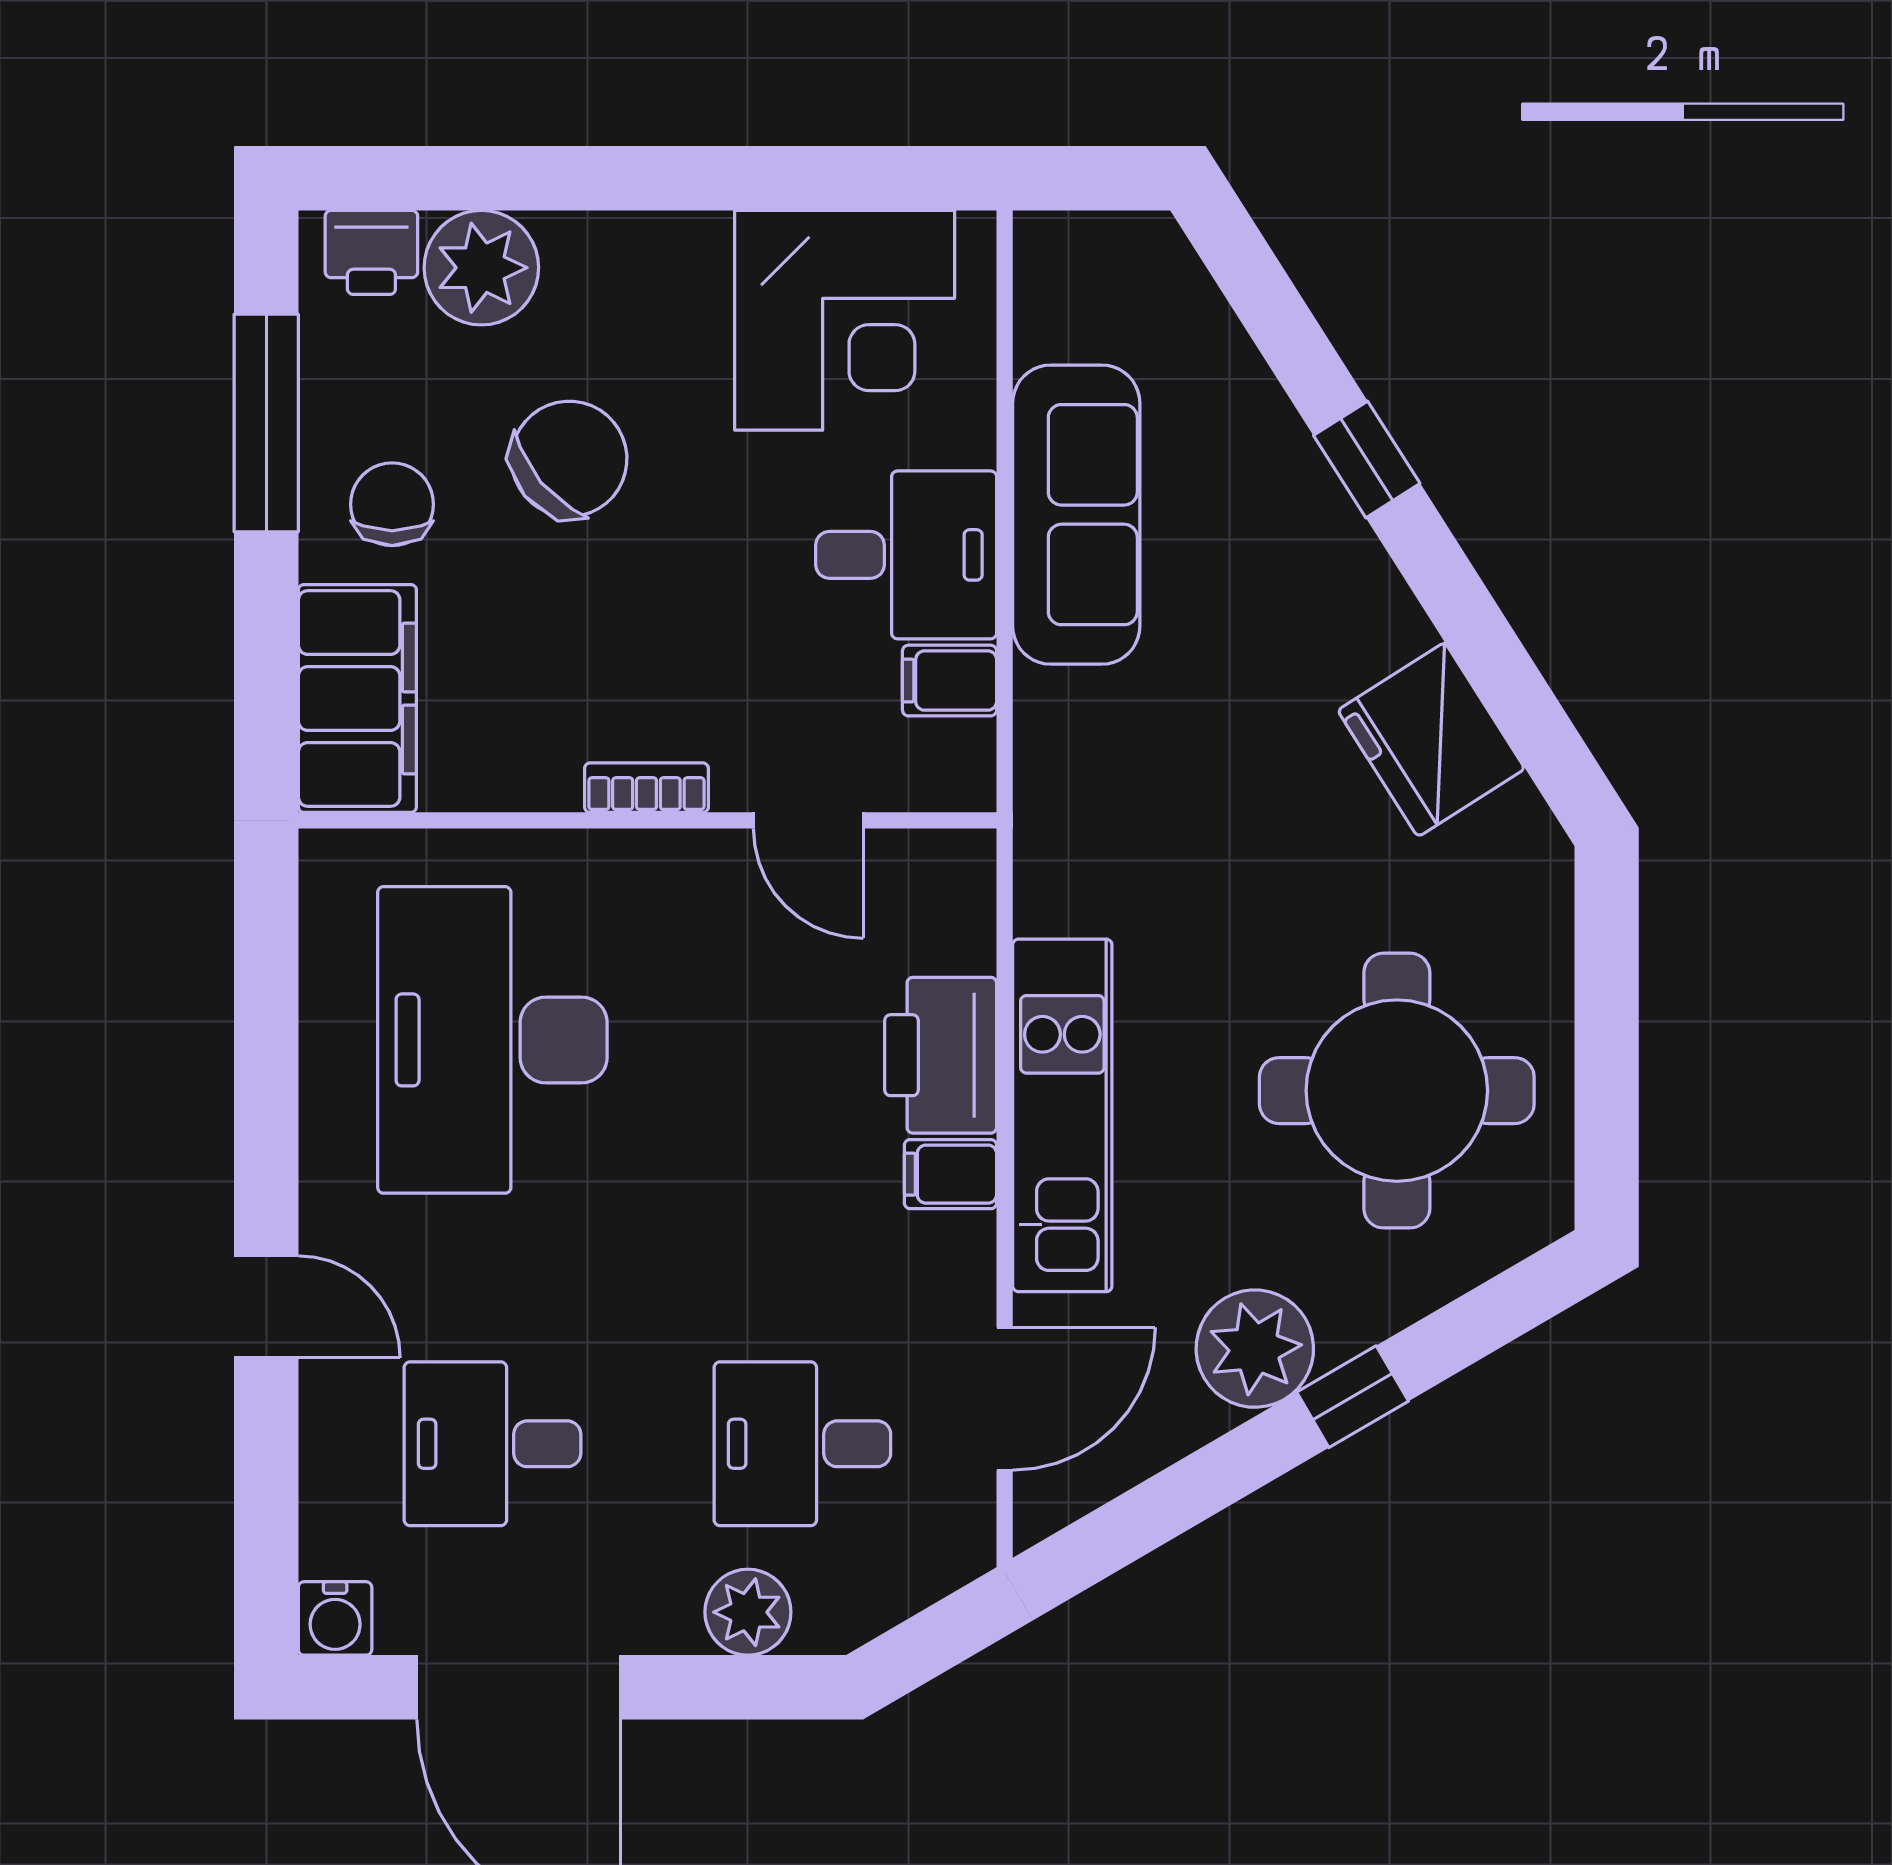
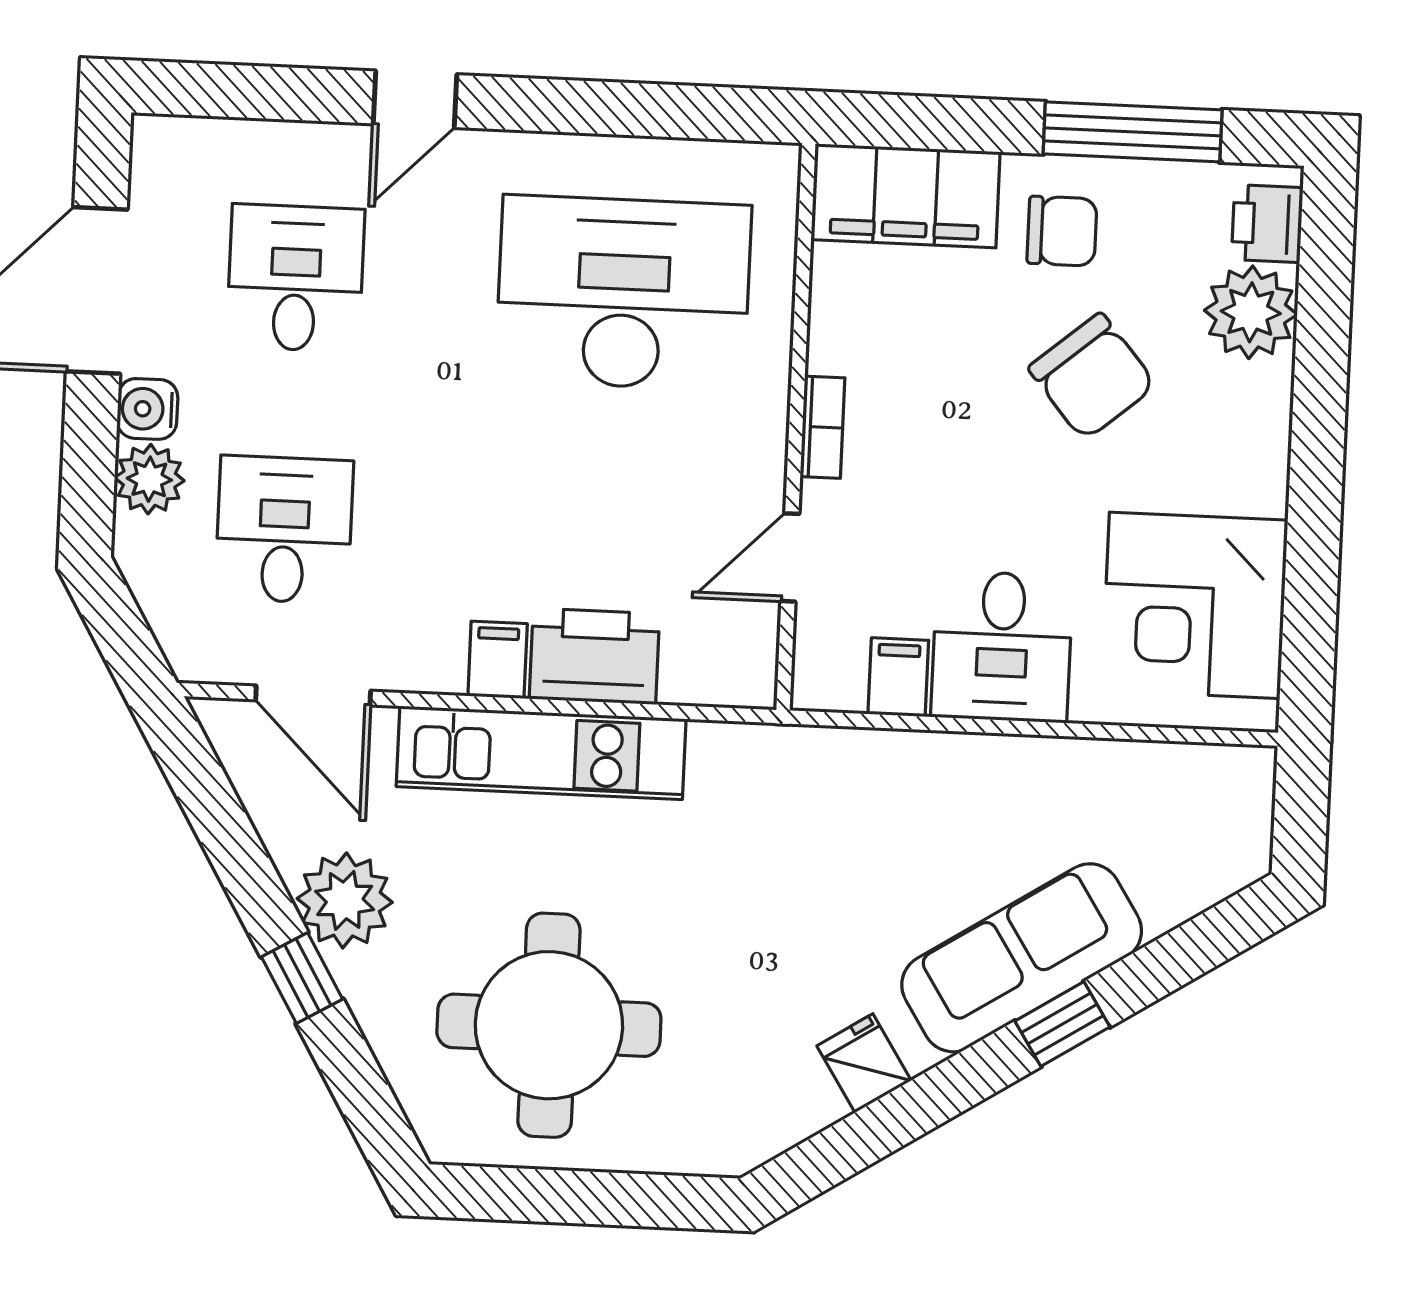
sofa: (1076, 515) -> (1022, 958), moved, turned 148
fridge: (1431, 740) -> (864, 1063), width x0.53, depth x0.75
water cooler: (335, 1618) -> (147, 409), moved

